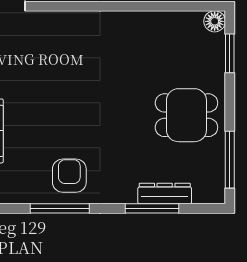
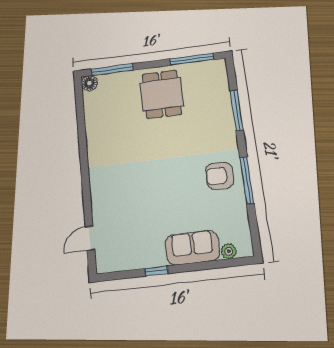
window: (230, 53) -> (112, 70), width x1.44
dresser: (165, 194) -> (224, 102), removed

